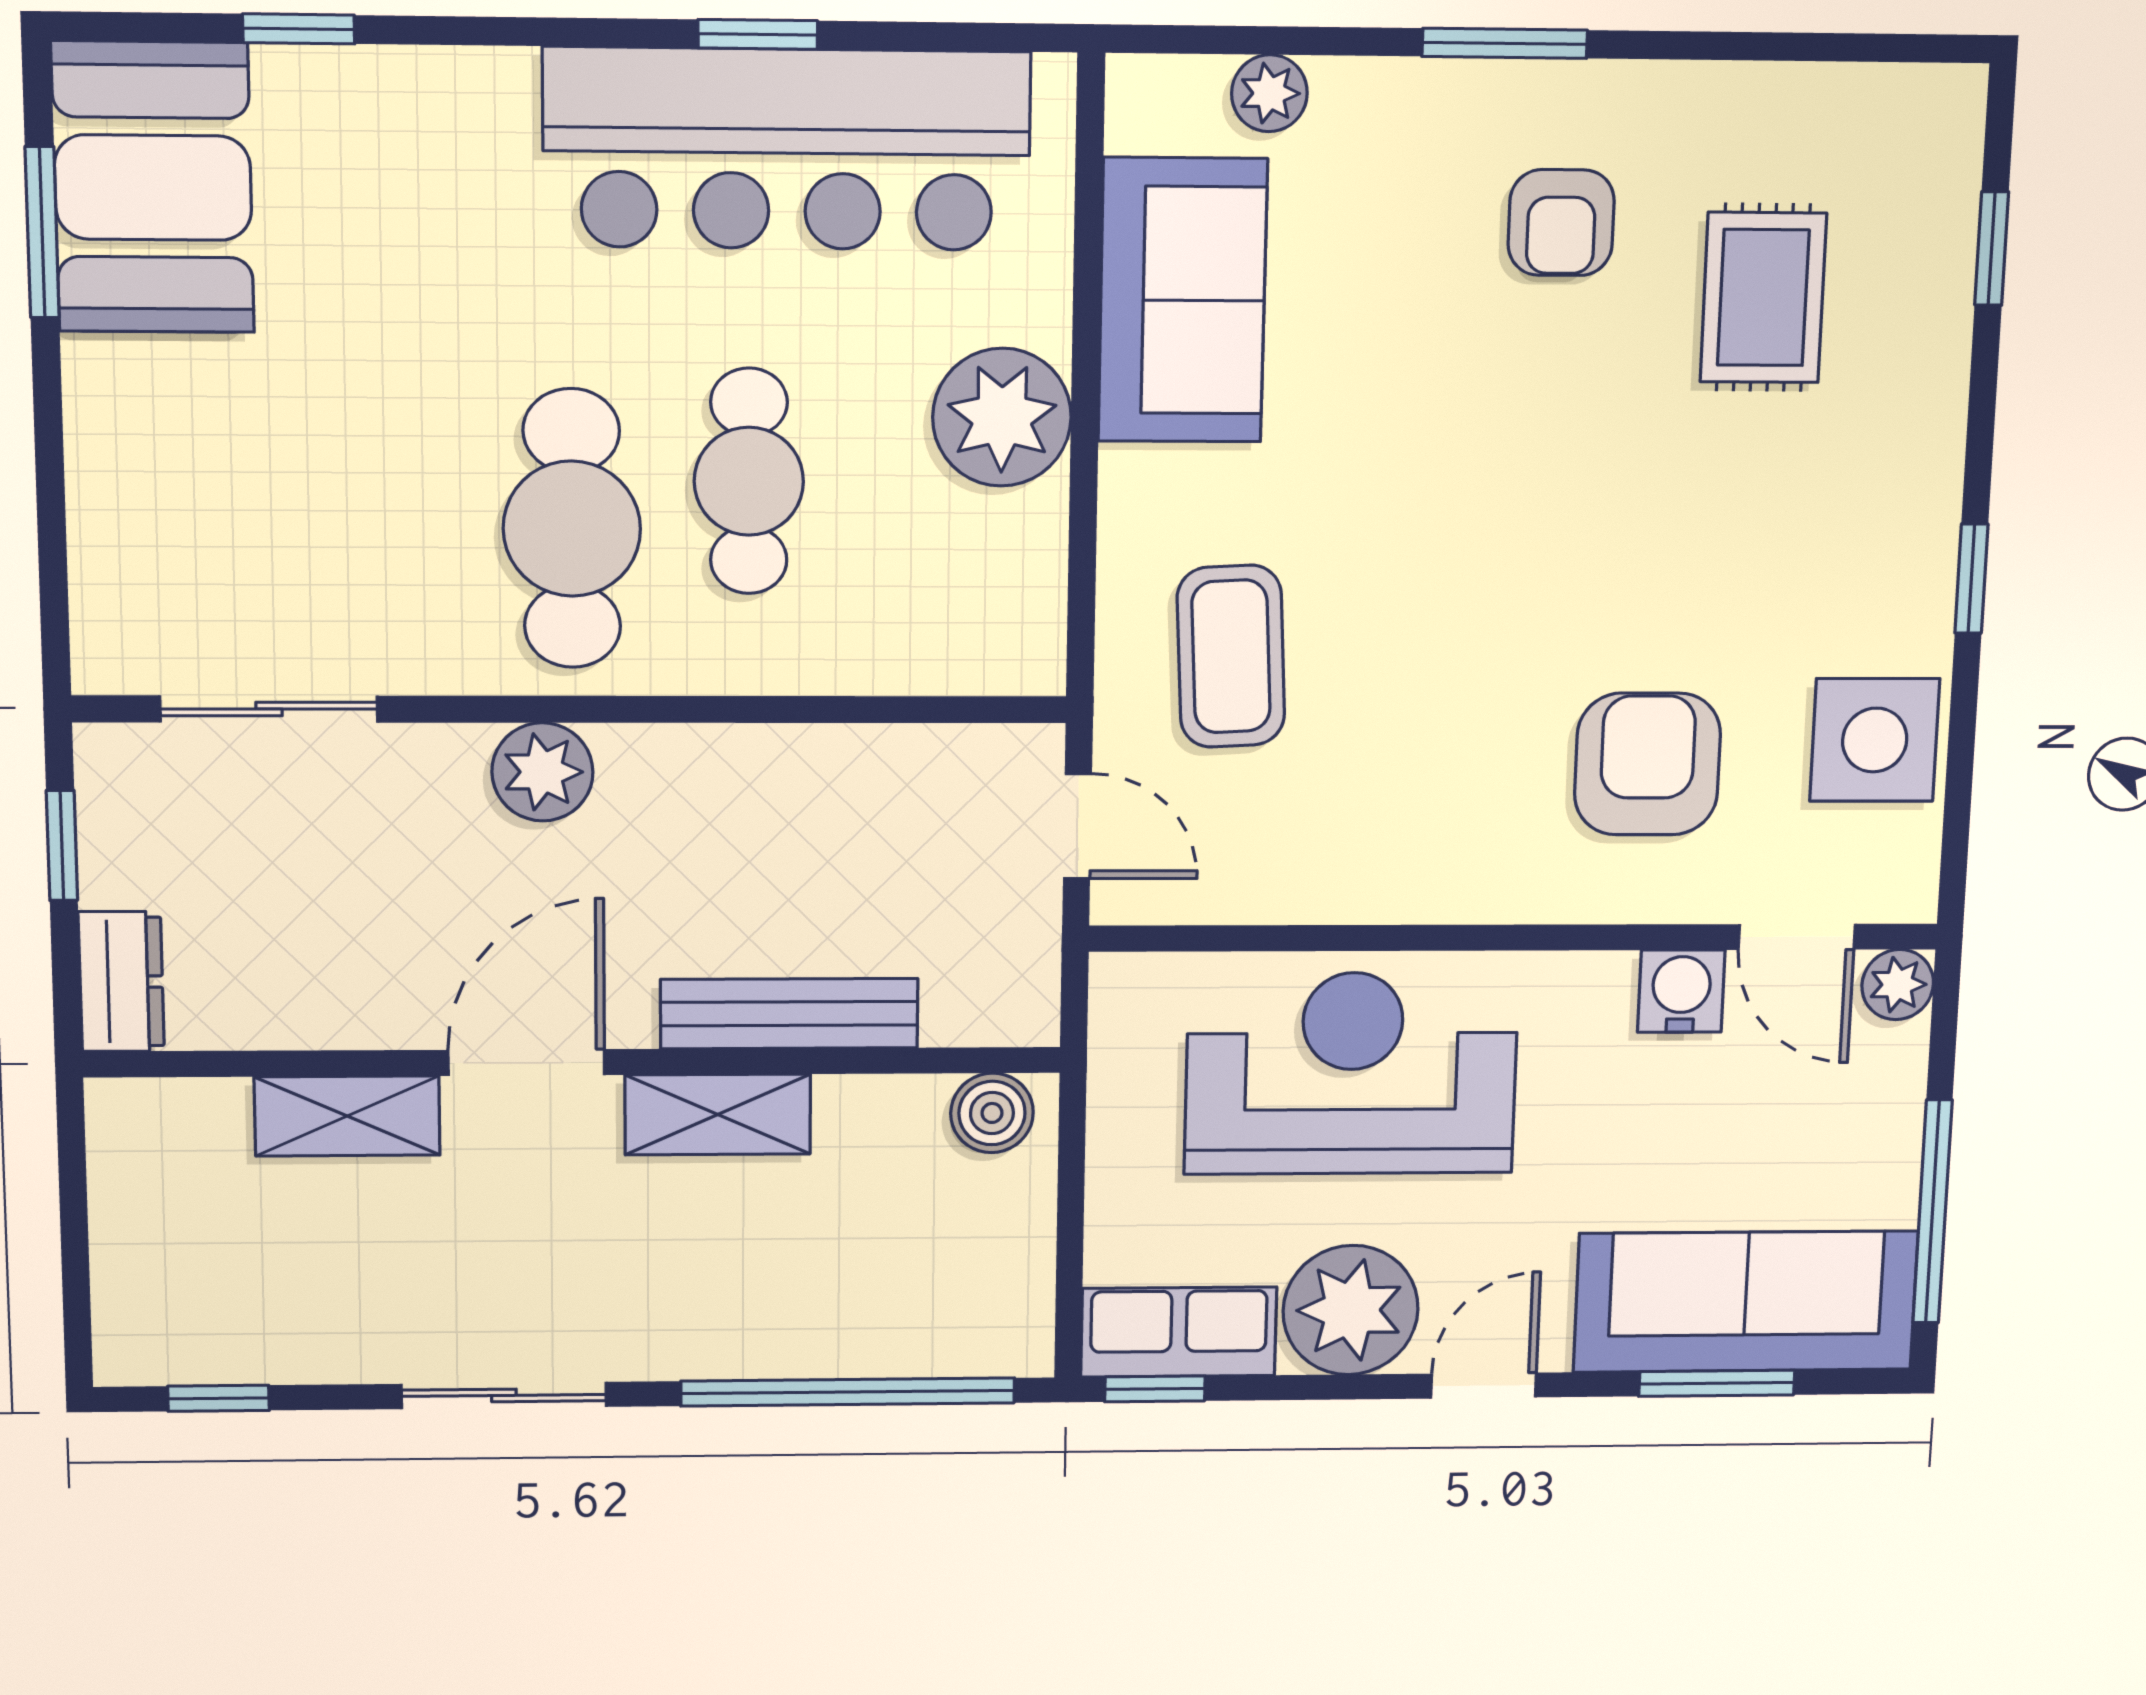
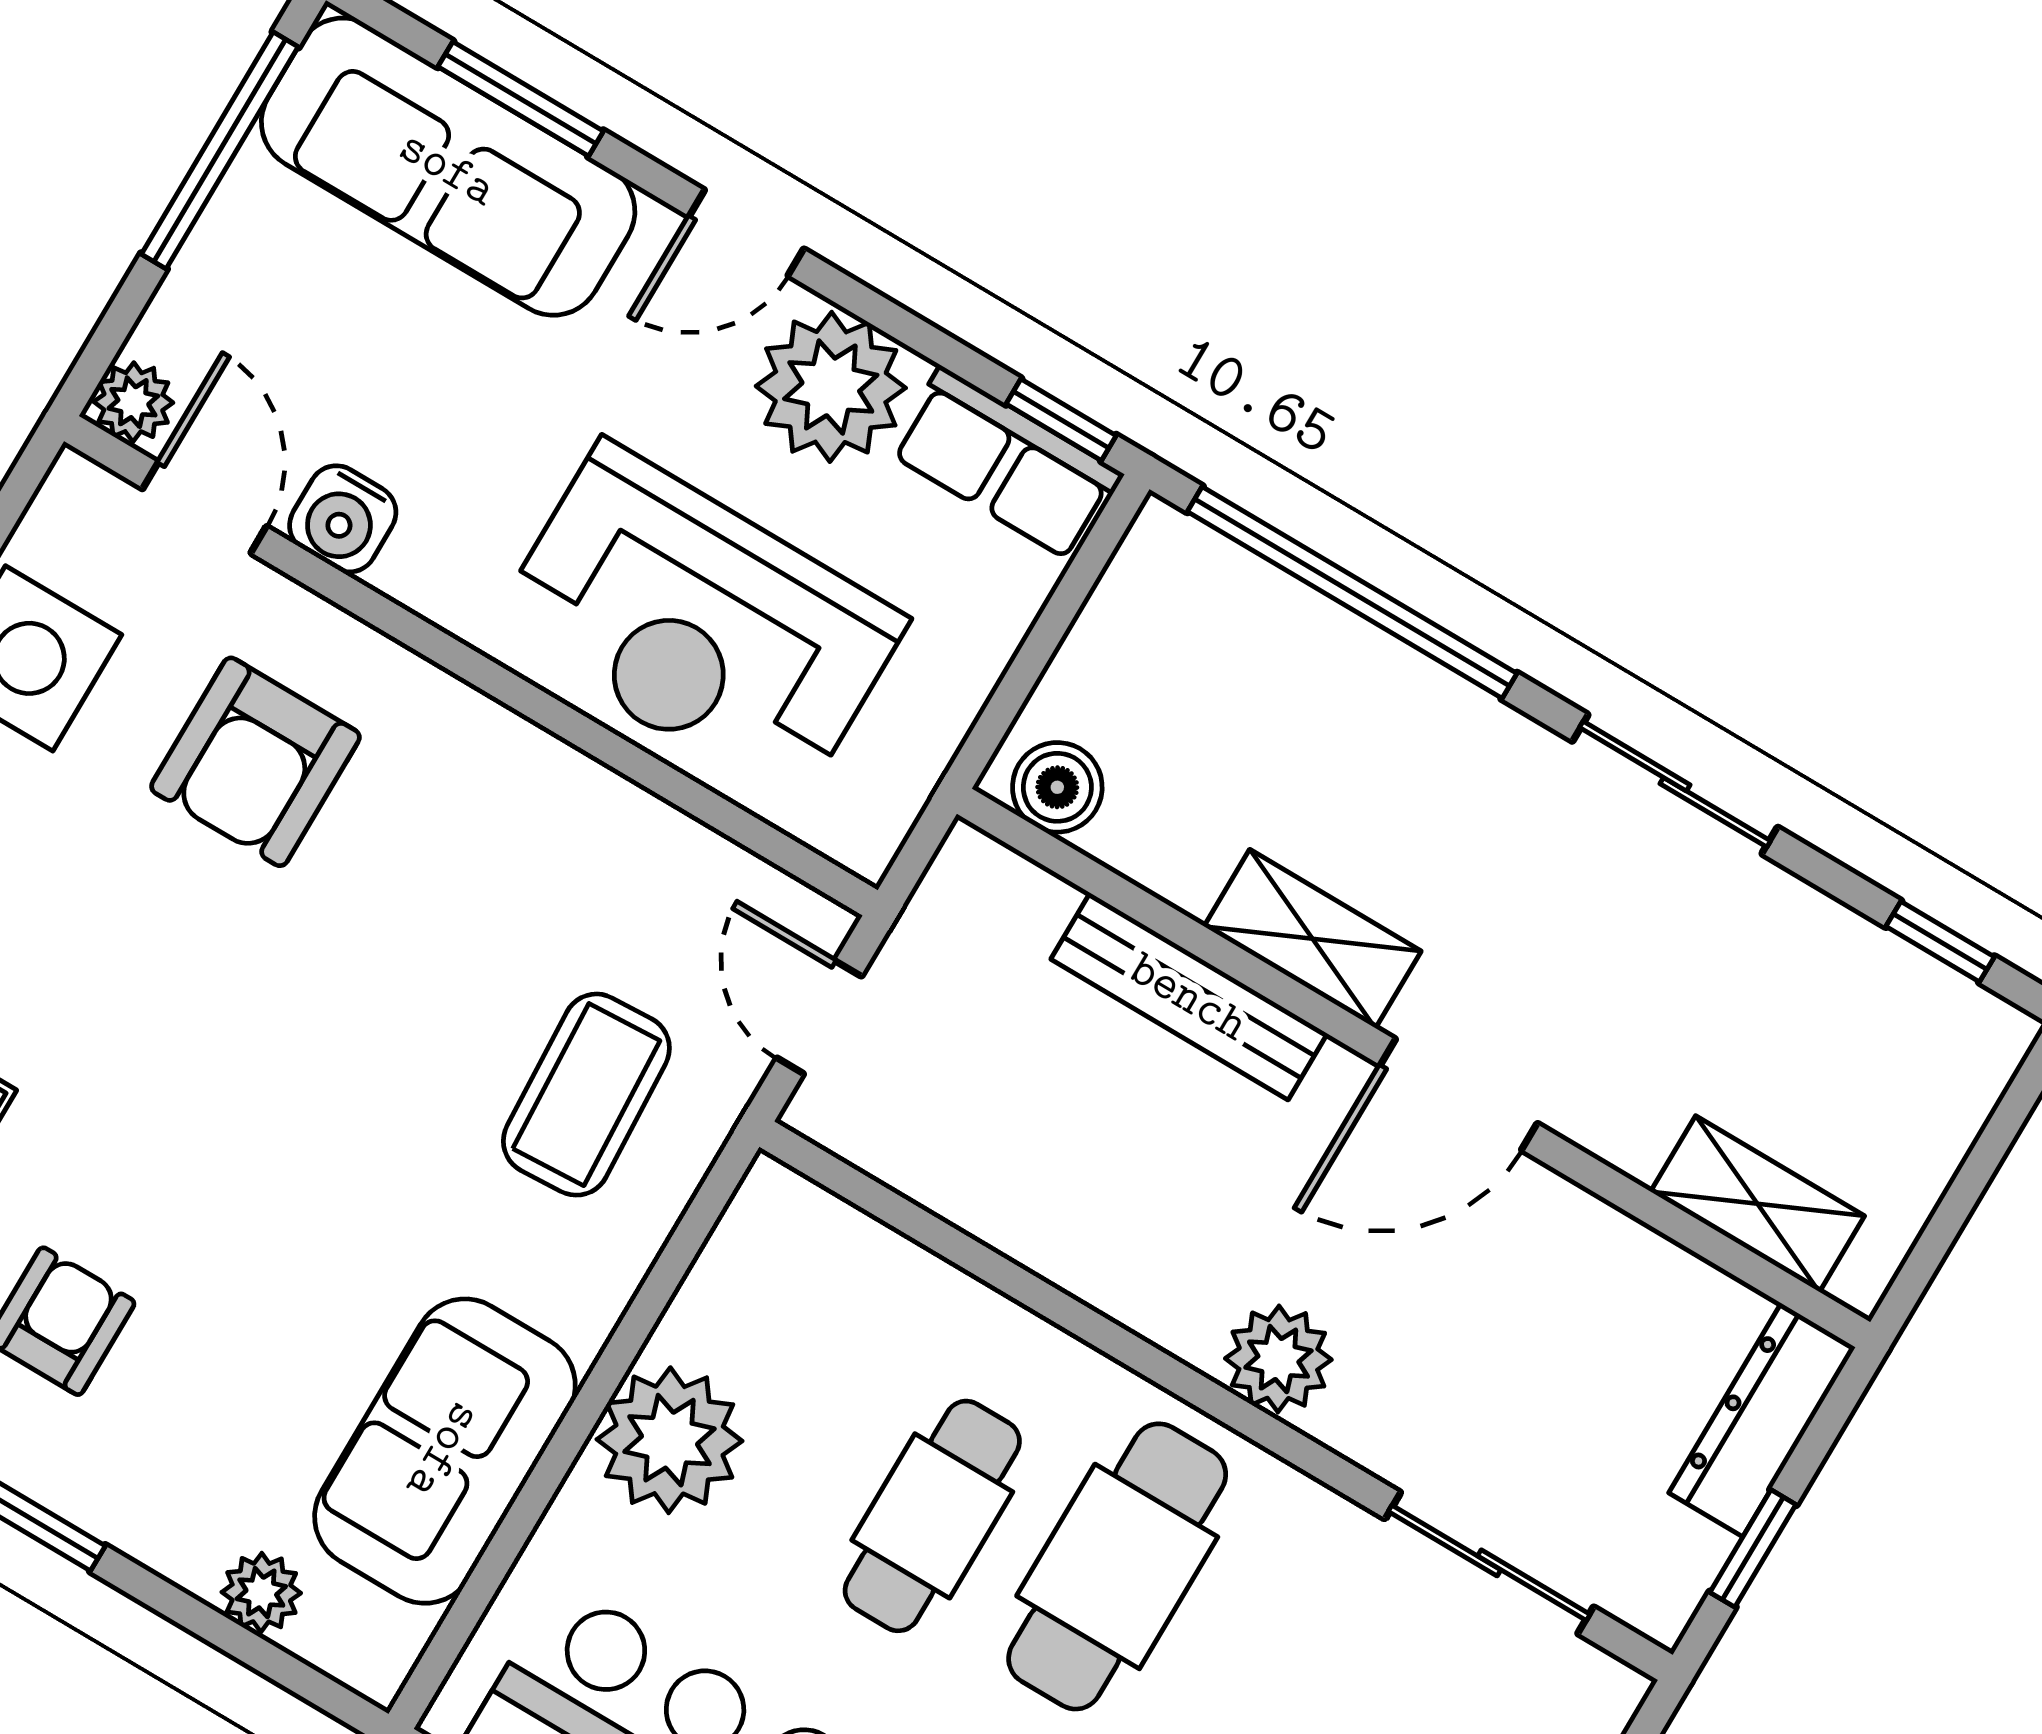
dresser: (121, 982) -> (1762, 1420), width x1.44
shelving: (347, 1116) -> (1758, 1204), moved

